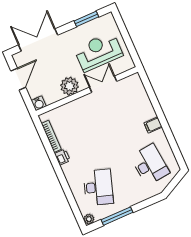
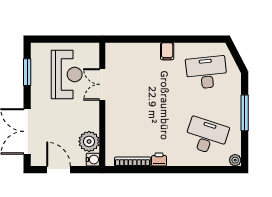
reception desk: (98, 52) -> (67, 74), turned 180
plant: (70, 86) -> (89, 141), moved
window: (117, 216) -> (245, 113), moved

